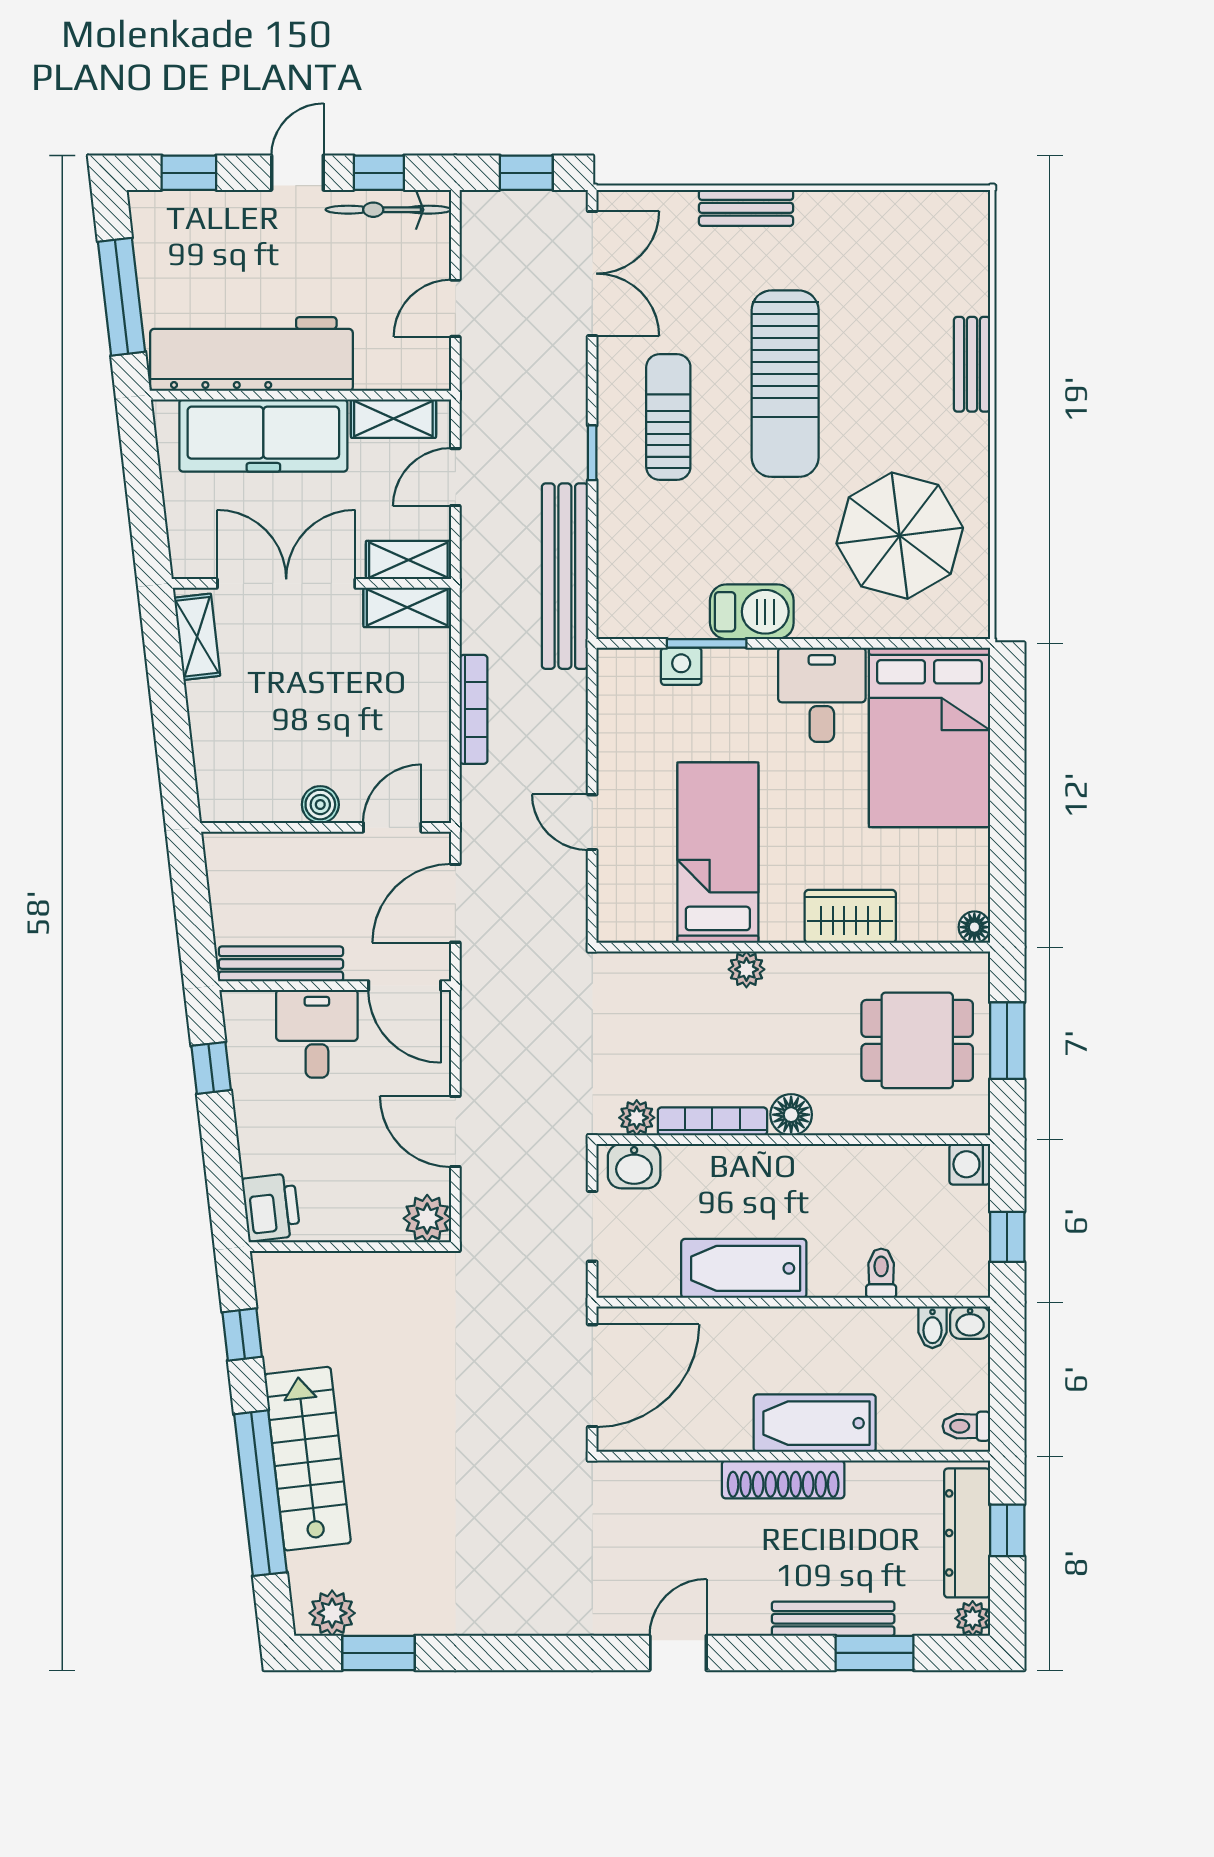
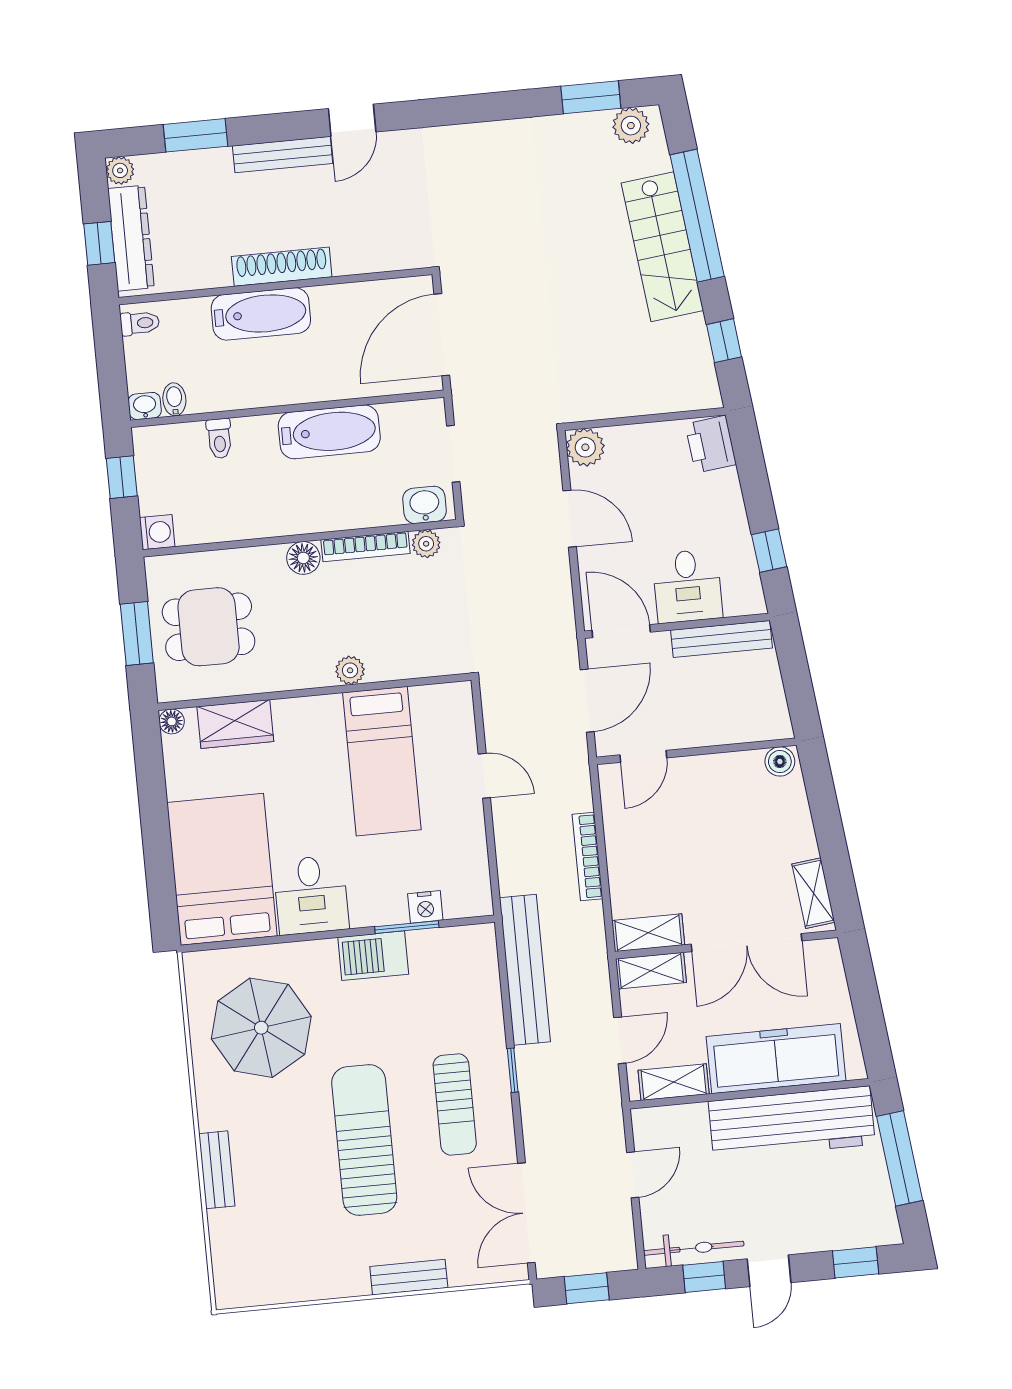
boiler: (320, 805) -> (780, 761), moved
wardrobe: (850, 916) -> (235, 724), moved
bench: (833, 1619) -> (283, 155), moved

